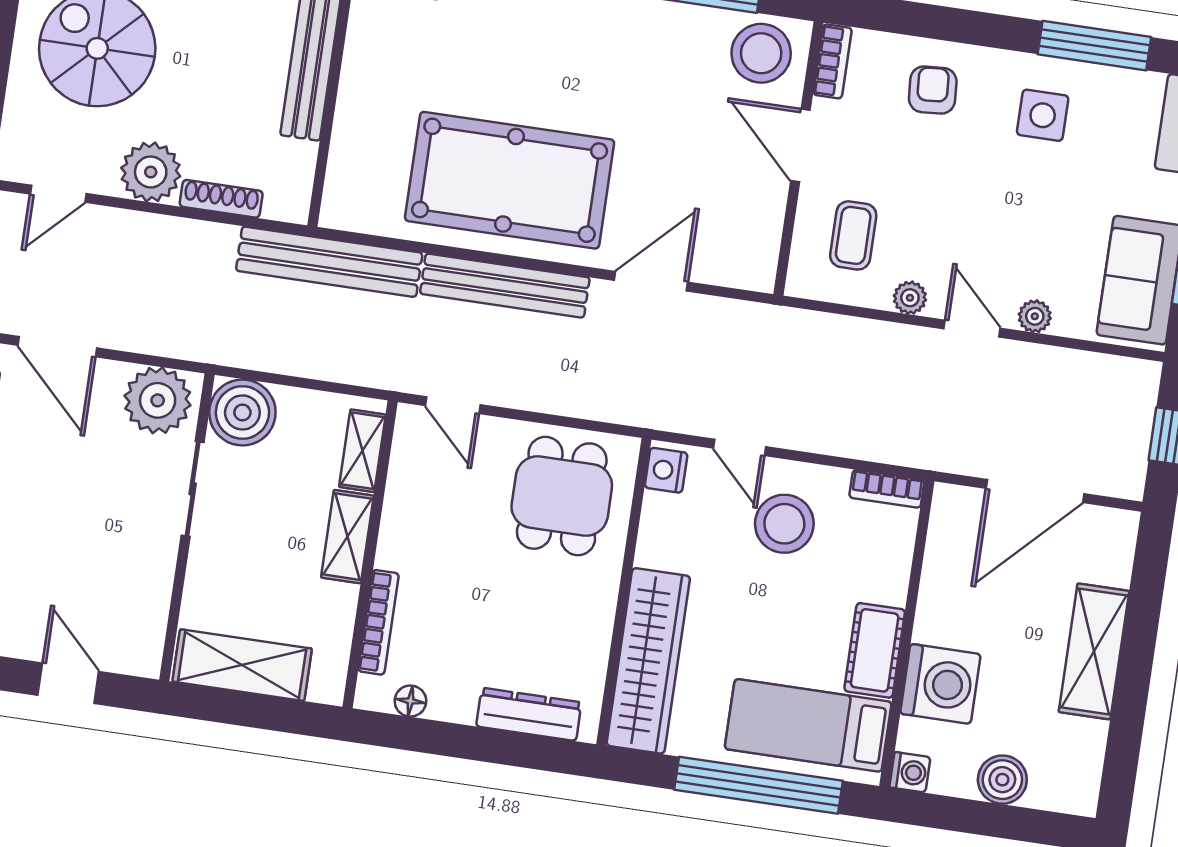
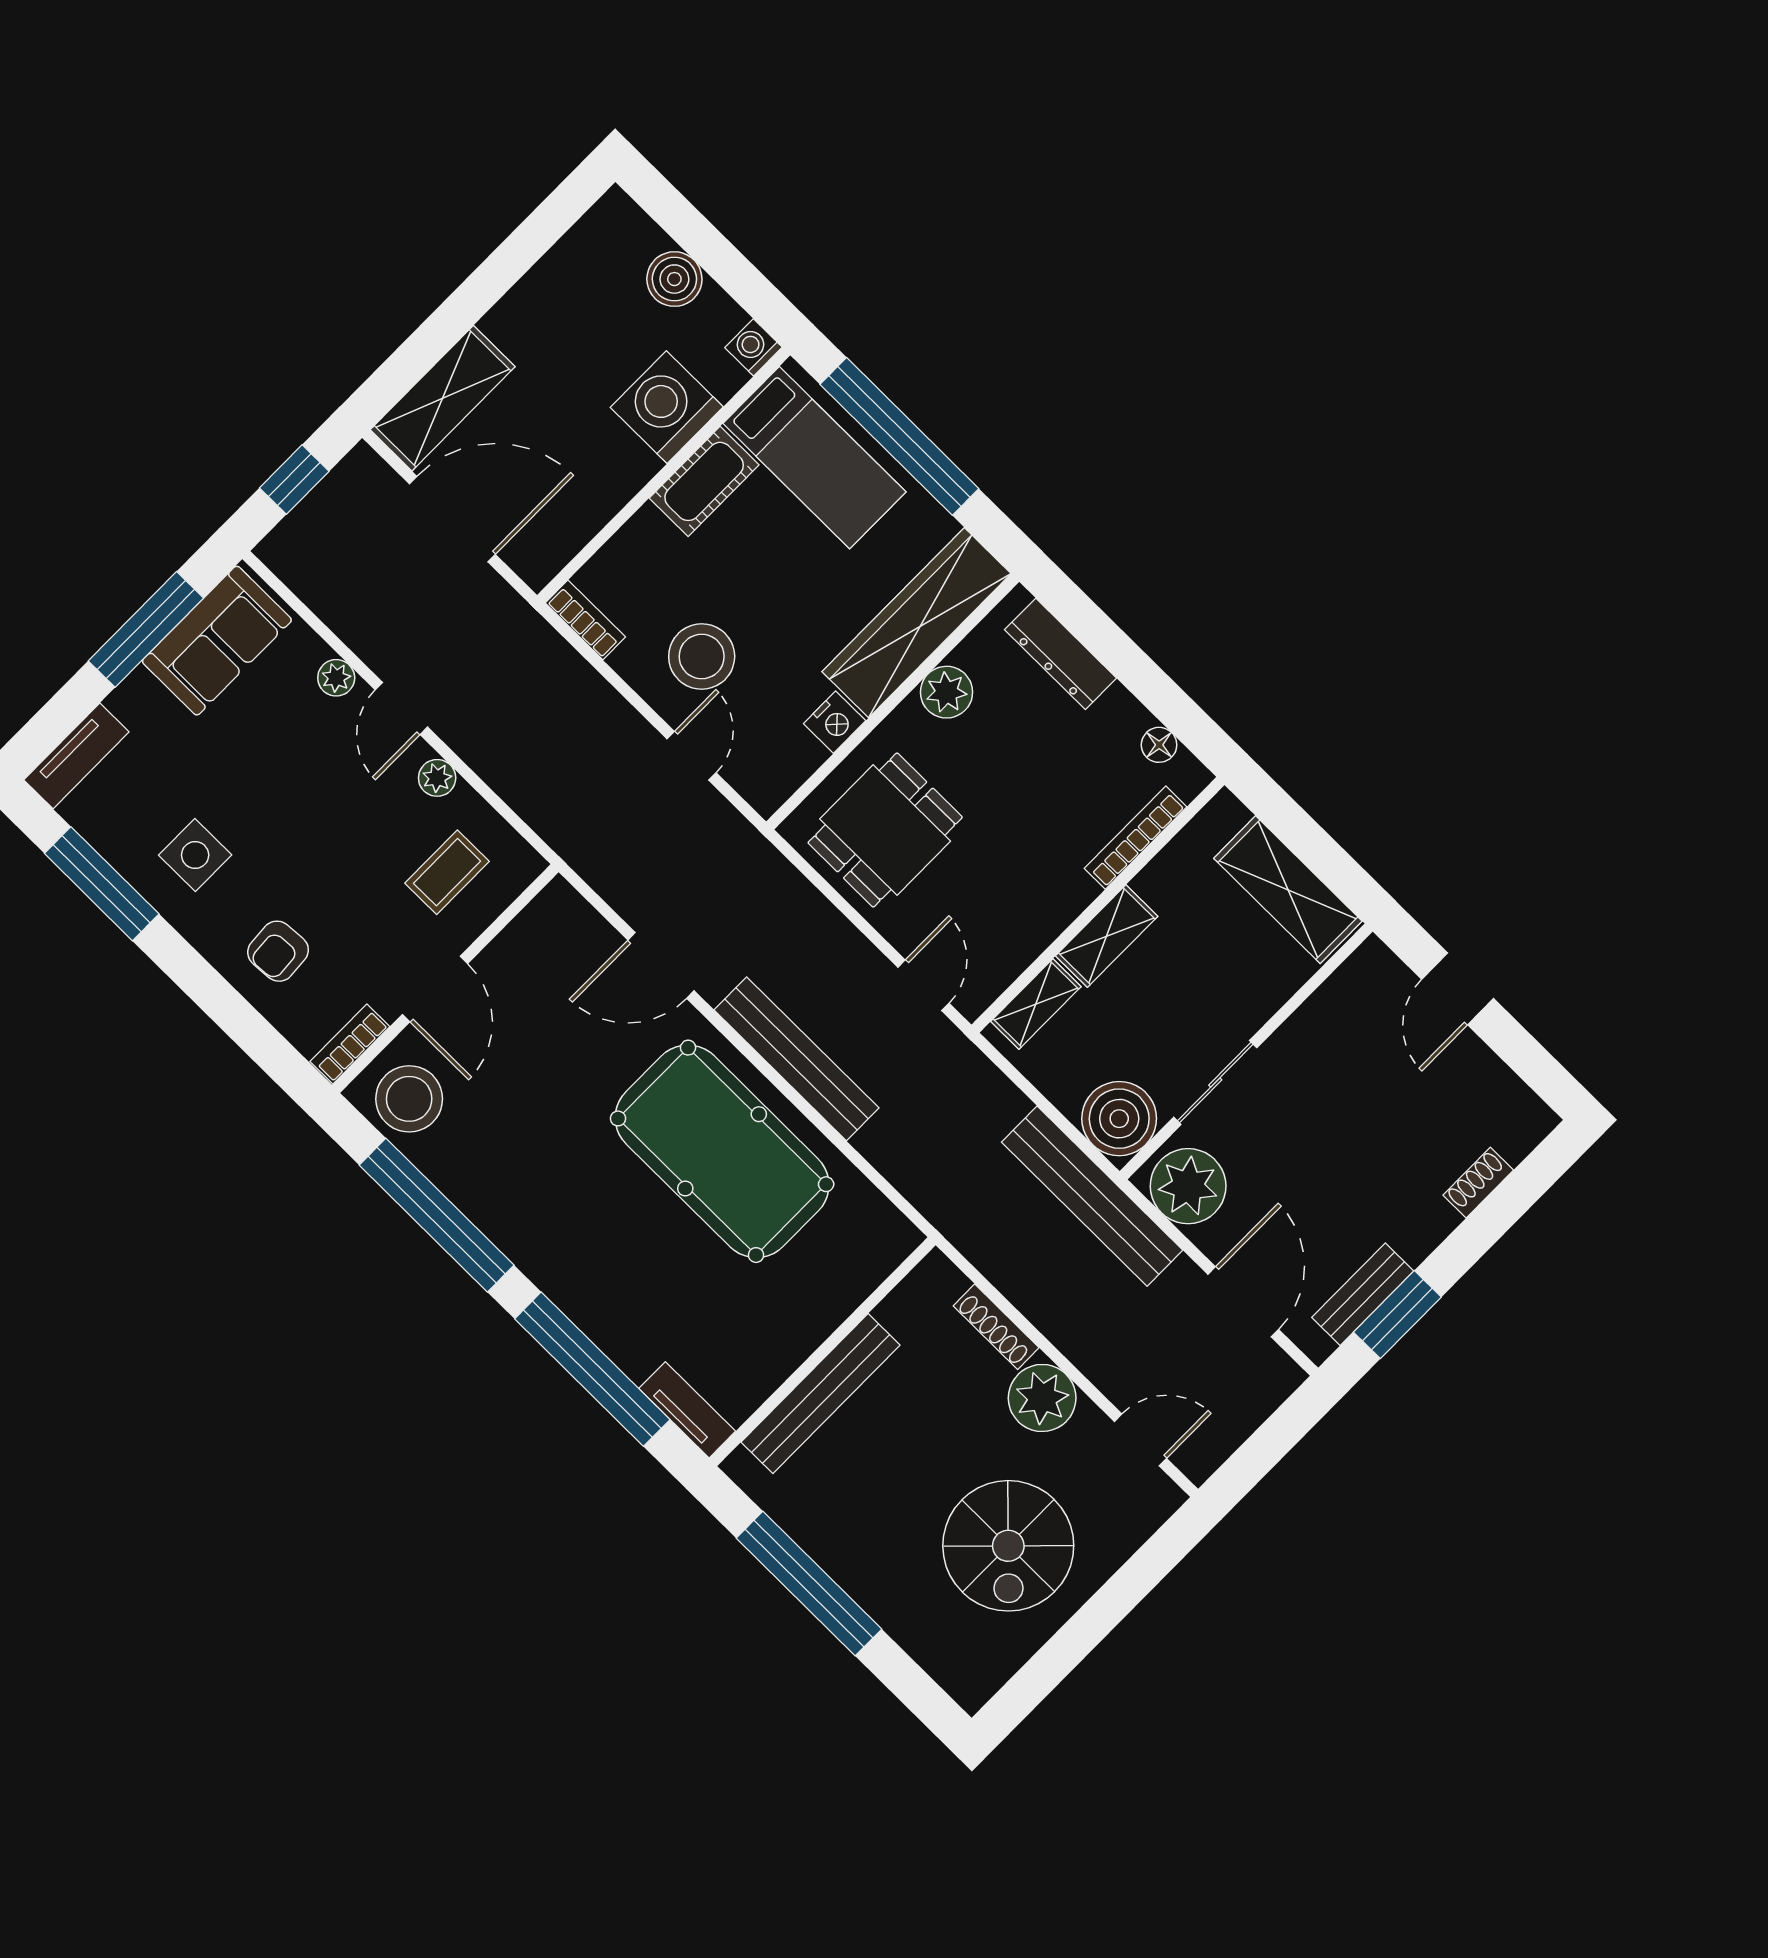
bench: (329, 262) -> (1092, 1196), moved
nightstand: (666, 470) -> (835, 722), moved
plant: (590, 627) -> (947, 692), added
shelving: (1094, 651) -> (443, 398), moved

